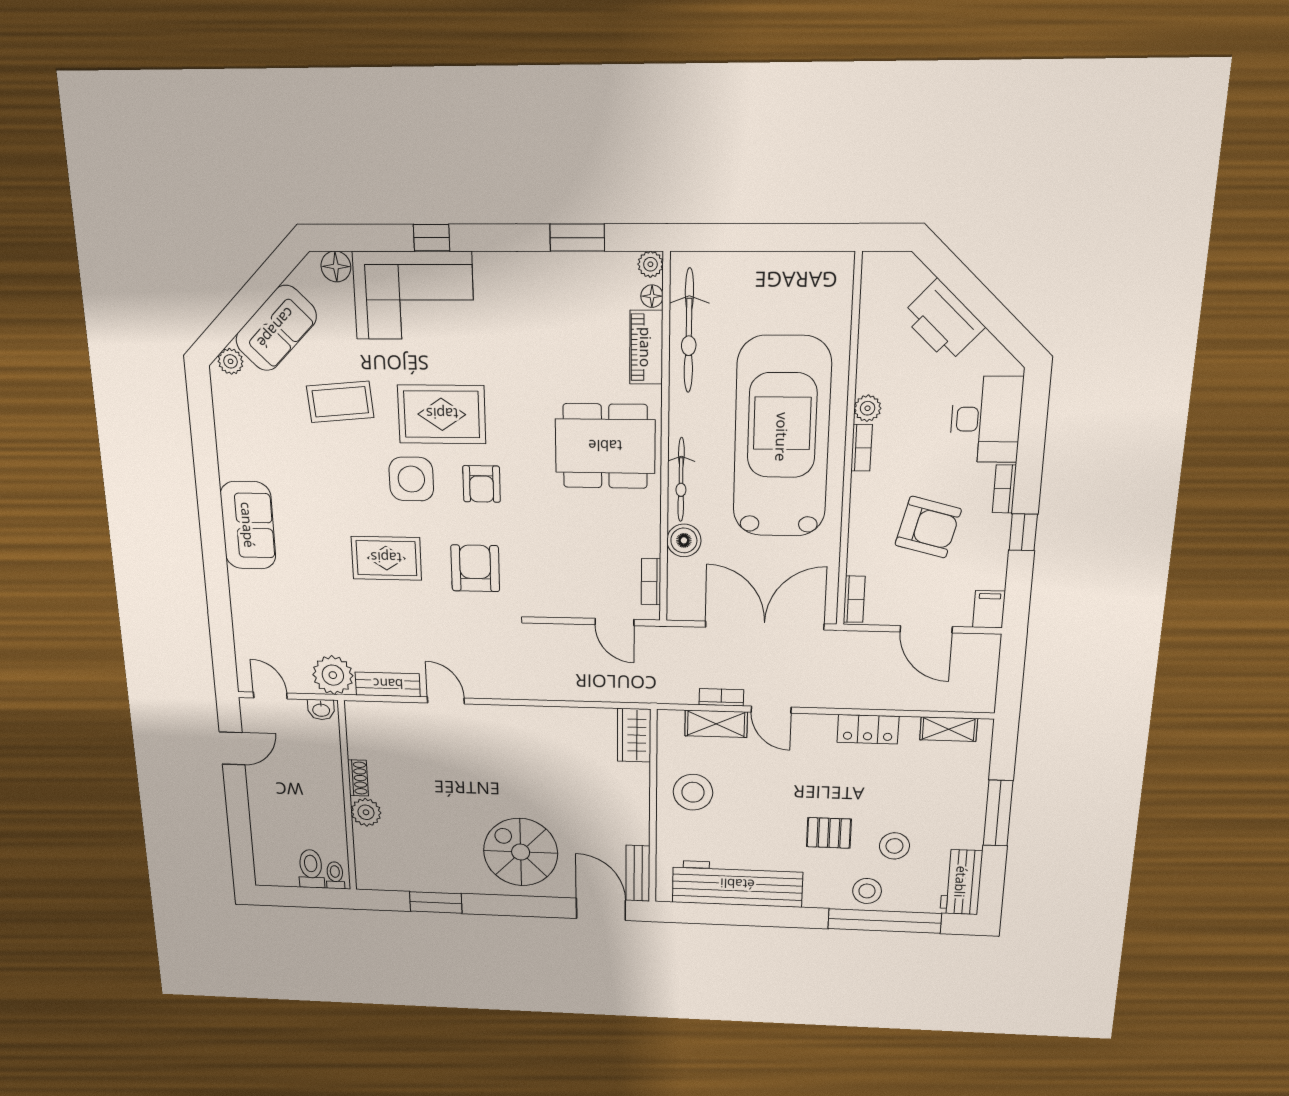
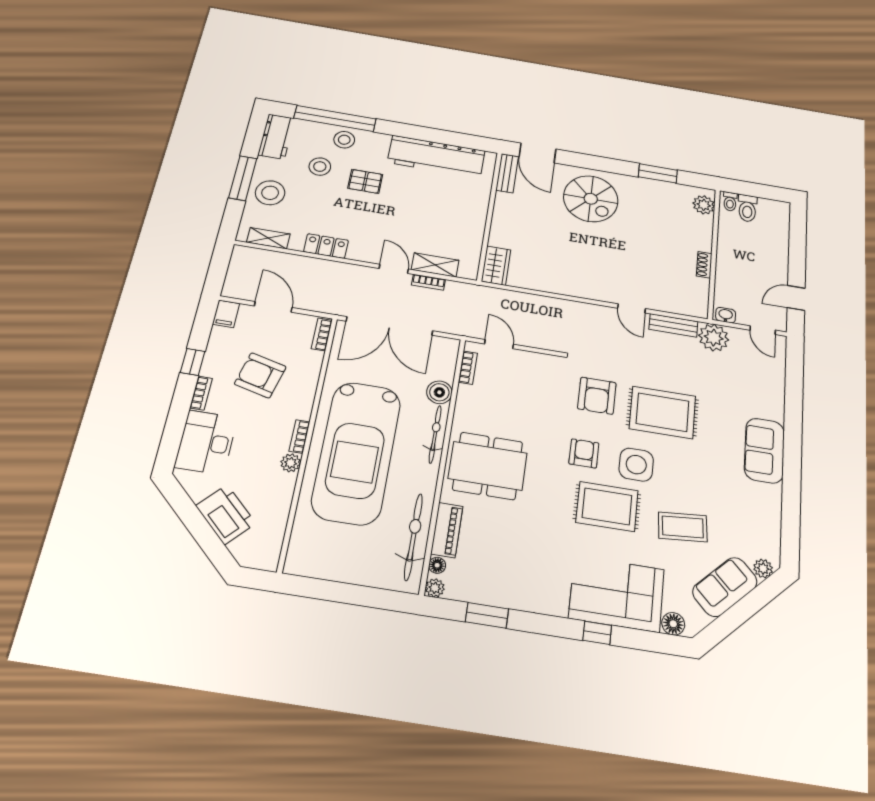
rug: (386, 558) -> (663, 412), width x1.36, depth x1.43
stool: (693, 792) -> (270, 193), moved
plant: (366, 812) -> (704, 205), moved

